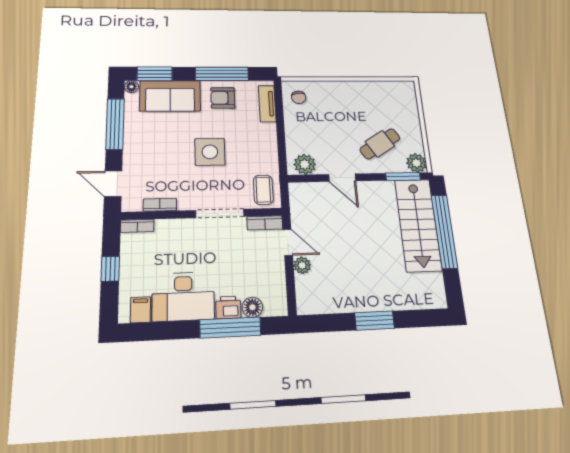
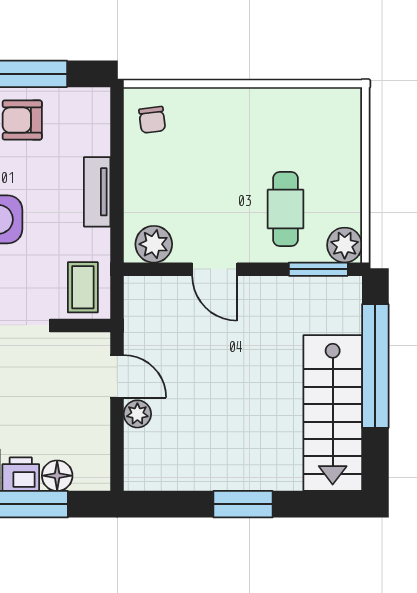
tv unit: (267, 104) -> (97, 192), moved
cafe table: (380, 144) -> (285, 209), turned -58
bookcase: (265, 223) -> (82, 343), removed
stairs: (418, 225) -> (333, 413), moved

